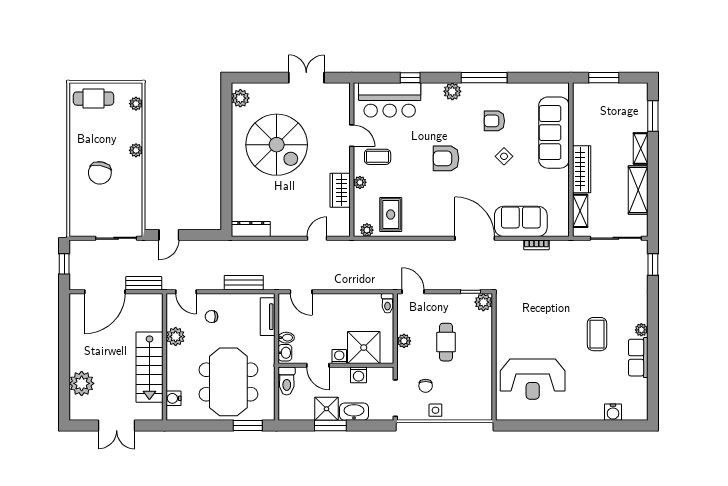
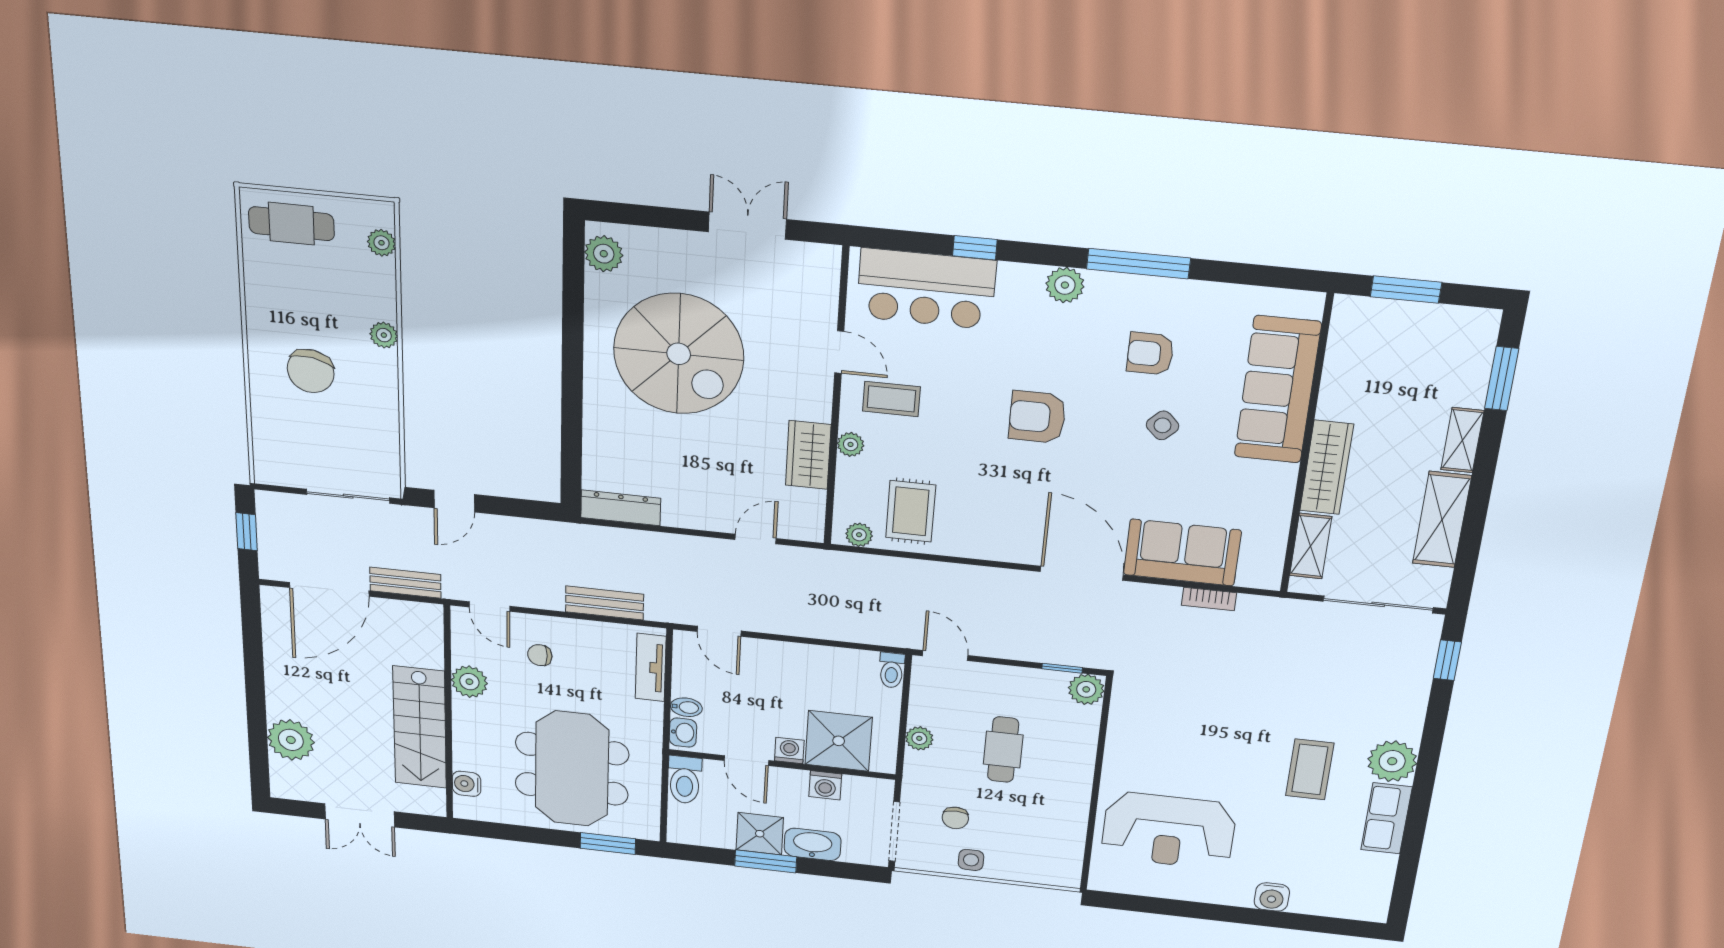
plant: (641, 330) -> (1392, 761), width x1.88, depth x1.88
water cooler: (613, 412) -> (1272, 897), moved

